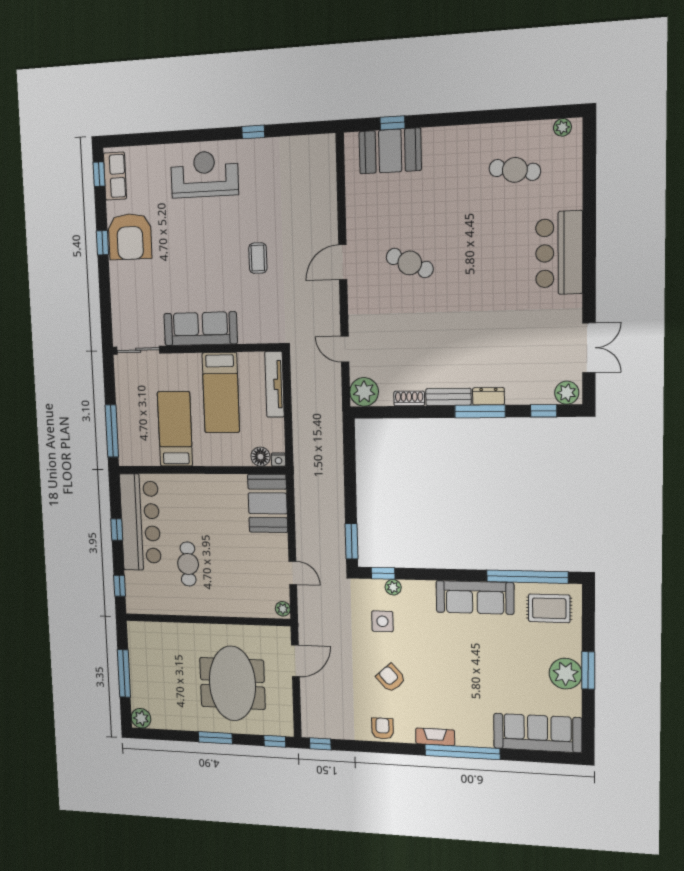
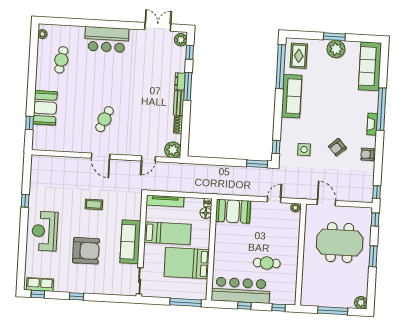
booth: (390, 151) -> (45, 108), moved
armchair: (130, 237) -> (86, 251), moved
bed: (175, 429) -> (187, 263), width x1.50
plant: (393, 587) -> (284, 142), removed

